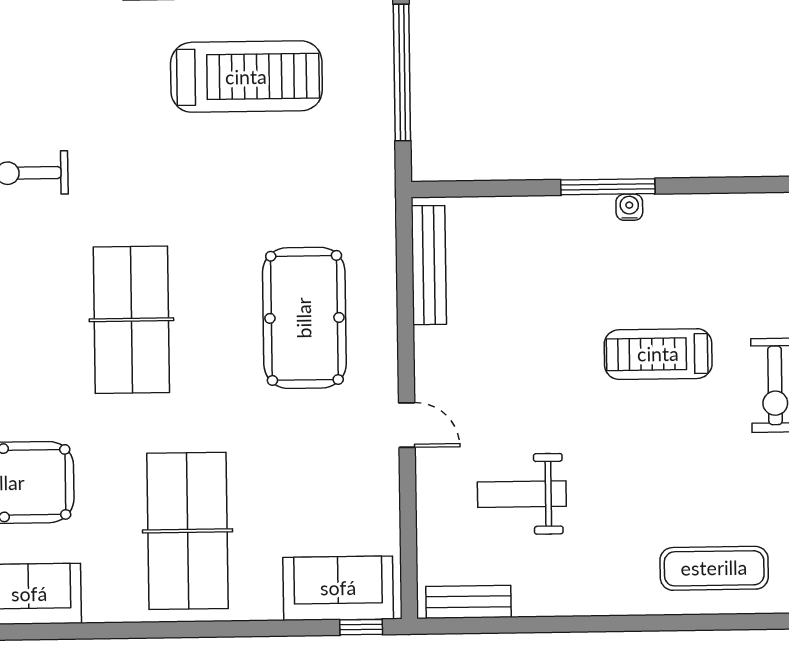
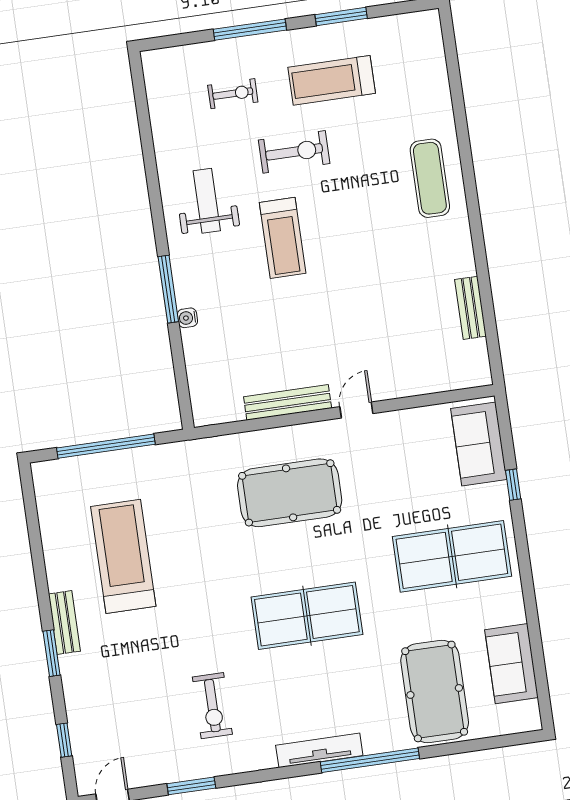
water cooler: (629, 207) -> (187, 318), moved
bench: (429, 265) -> (288, 402), moved
weight bench: (522, 494) -> (207, 201), moved, turned 180
bench: (469, 602) -> (470, 308), moved
window: (361, 627) -> (513, 485), moved

